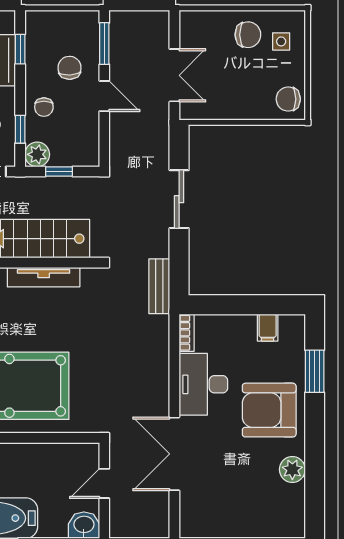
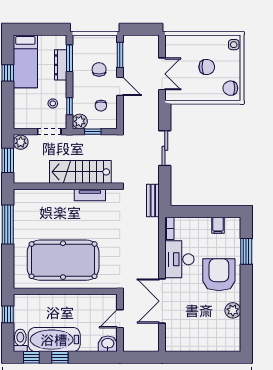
chair: (248, 35) -> (207, 67), moved
side table: (281, 41) -> (234, 45), moved
window: (20, 49) -> (69, 58), width x1.50
chair: (44, 107) -> (101, 106), moved
tv unit: (44, 277) -> (90, 195), width x0.71
armchair: (269, 410) -> (219, 275), turned 90

